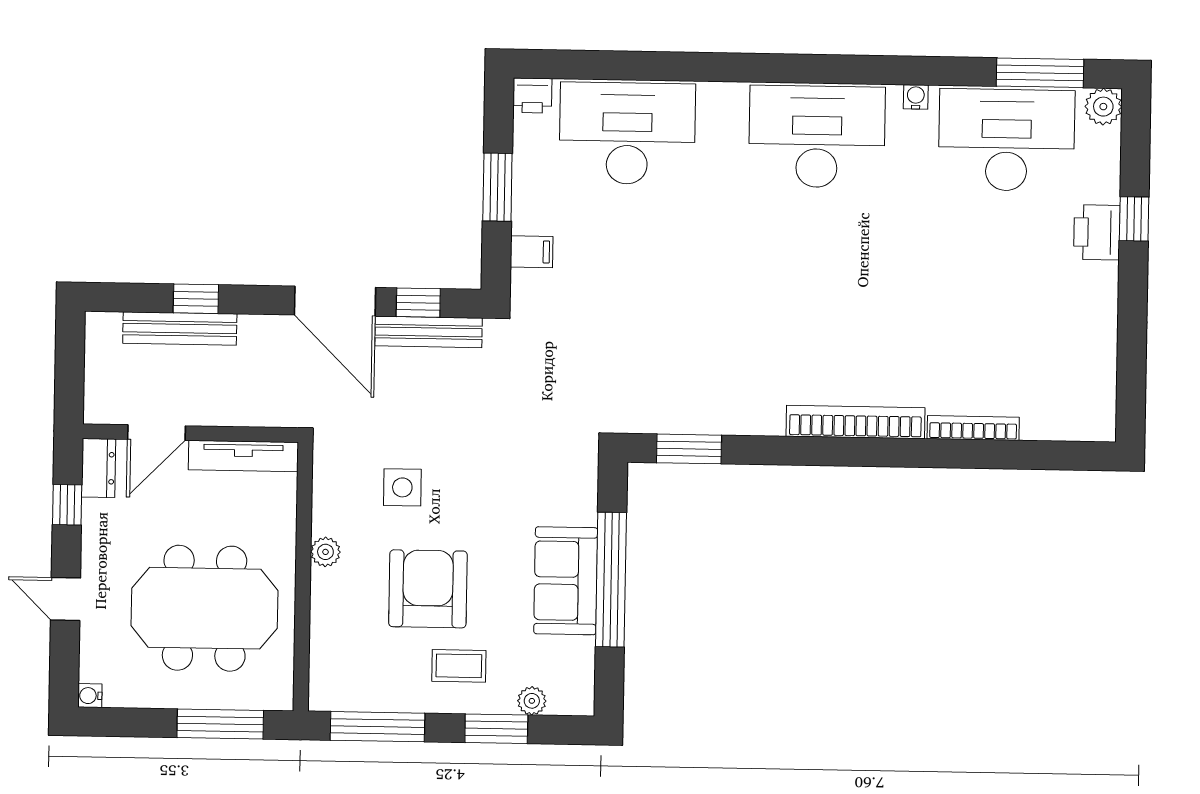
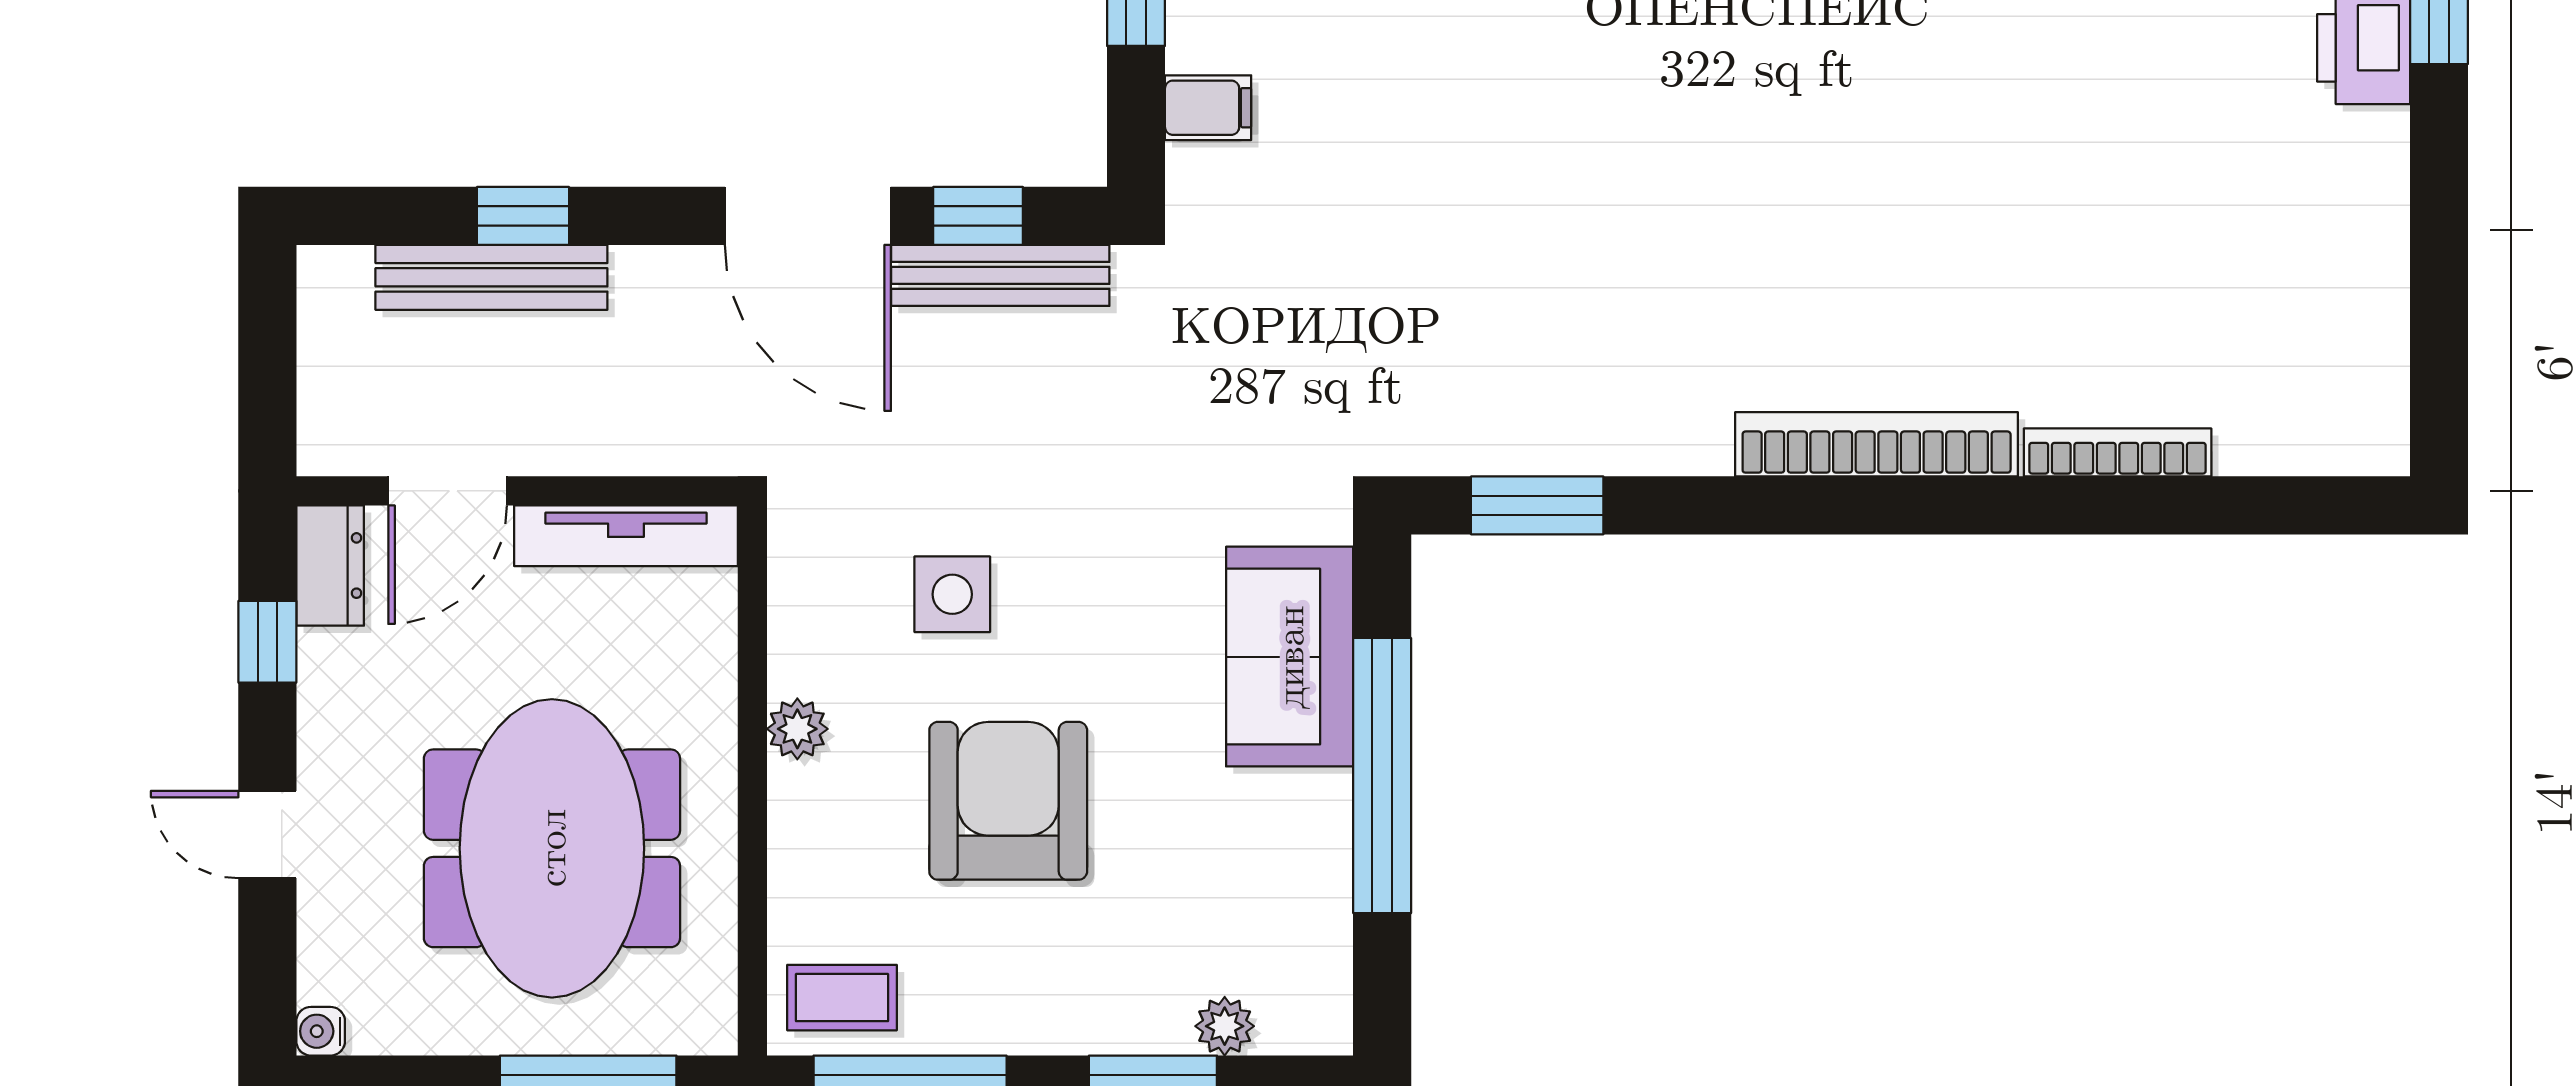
sofa: (566, 581) -> (1290, 657), moved
meeting table: (205, 608) -> (552, 848), turned 90
coffee table: (459, 666) -> (842, 998), moved

